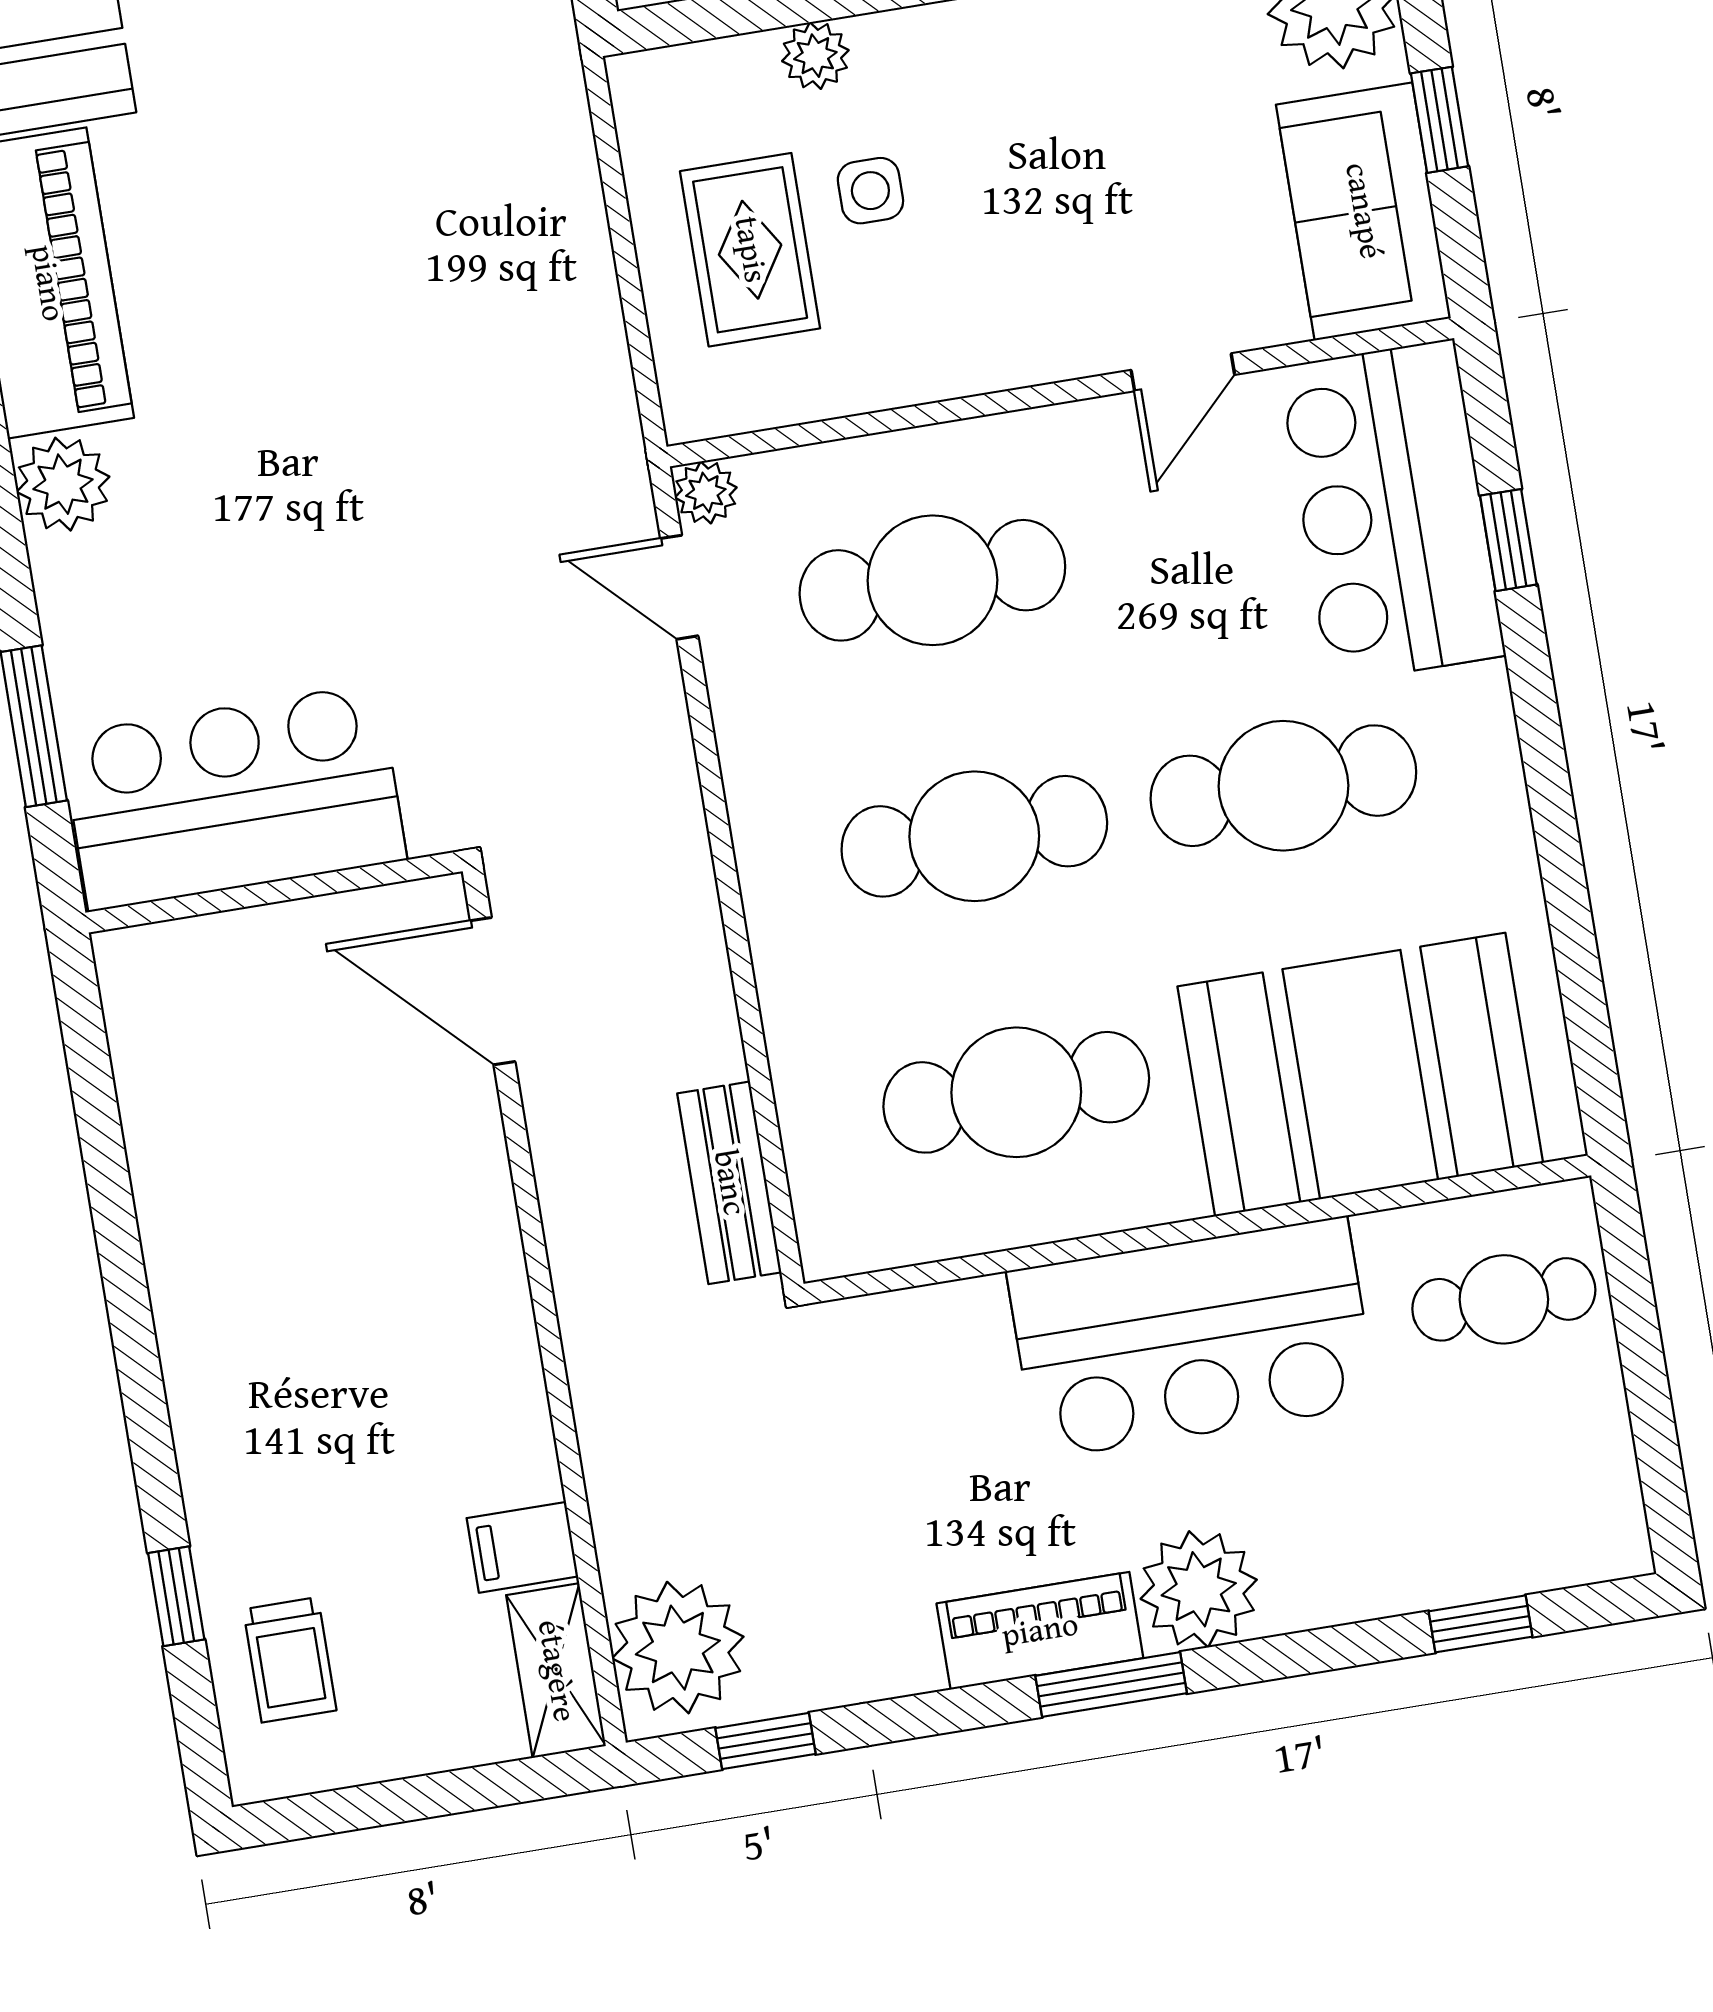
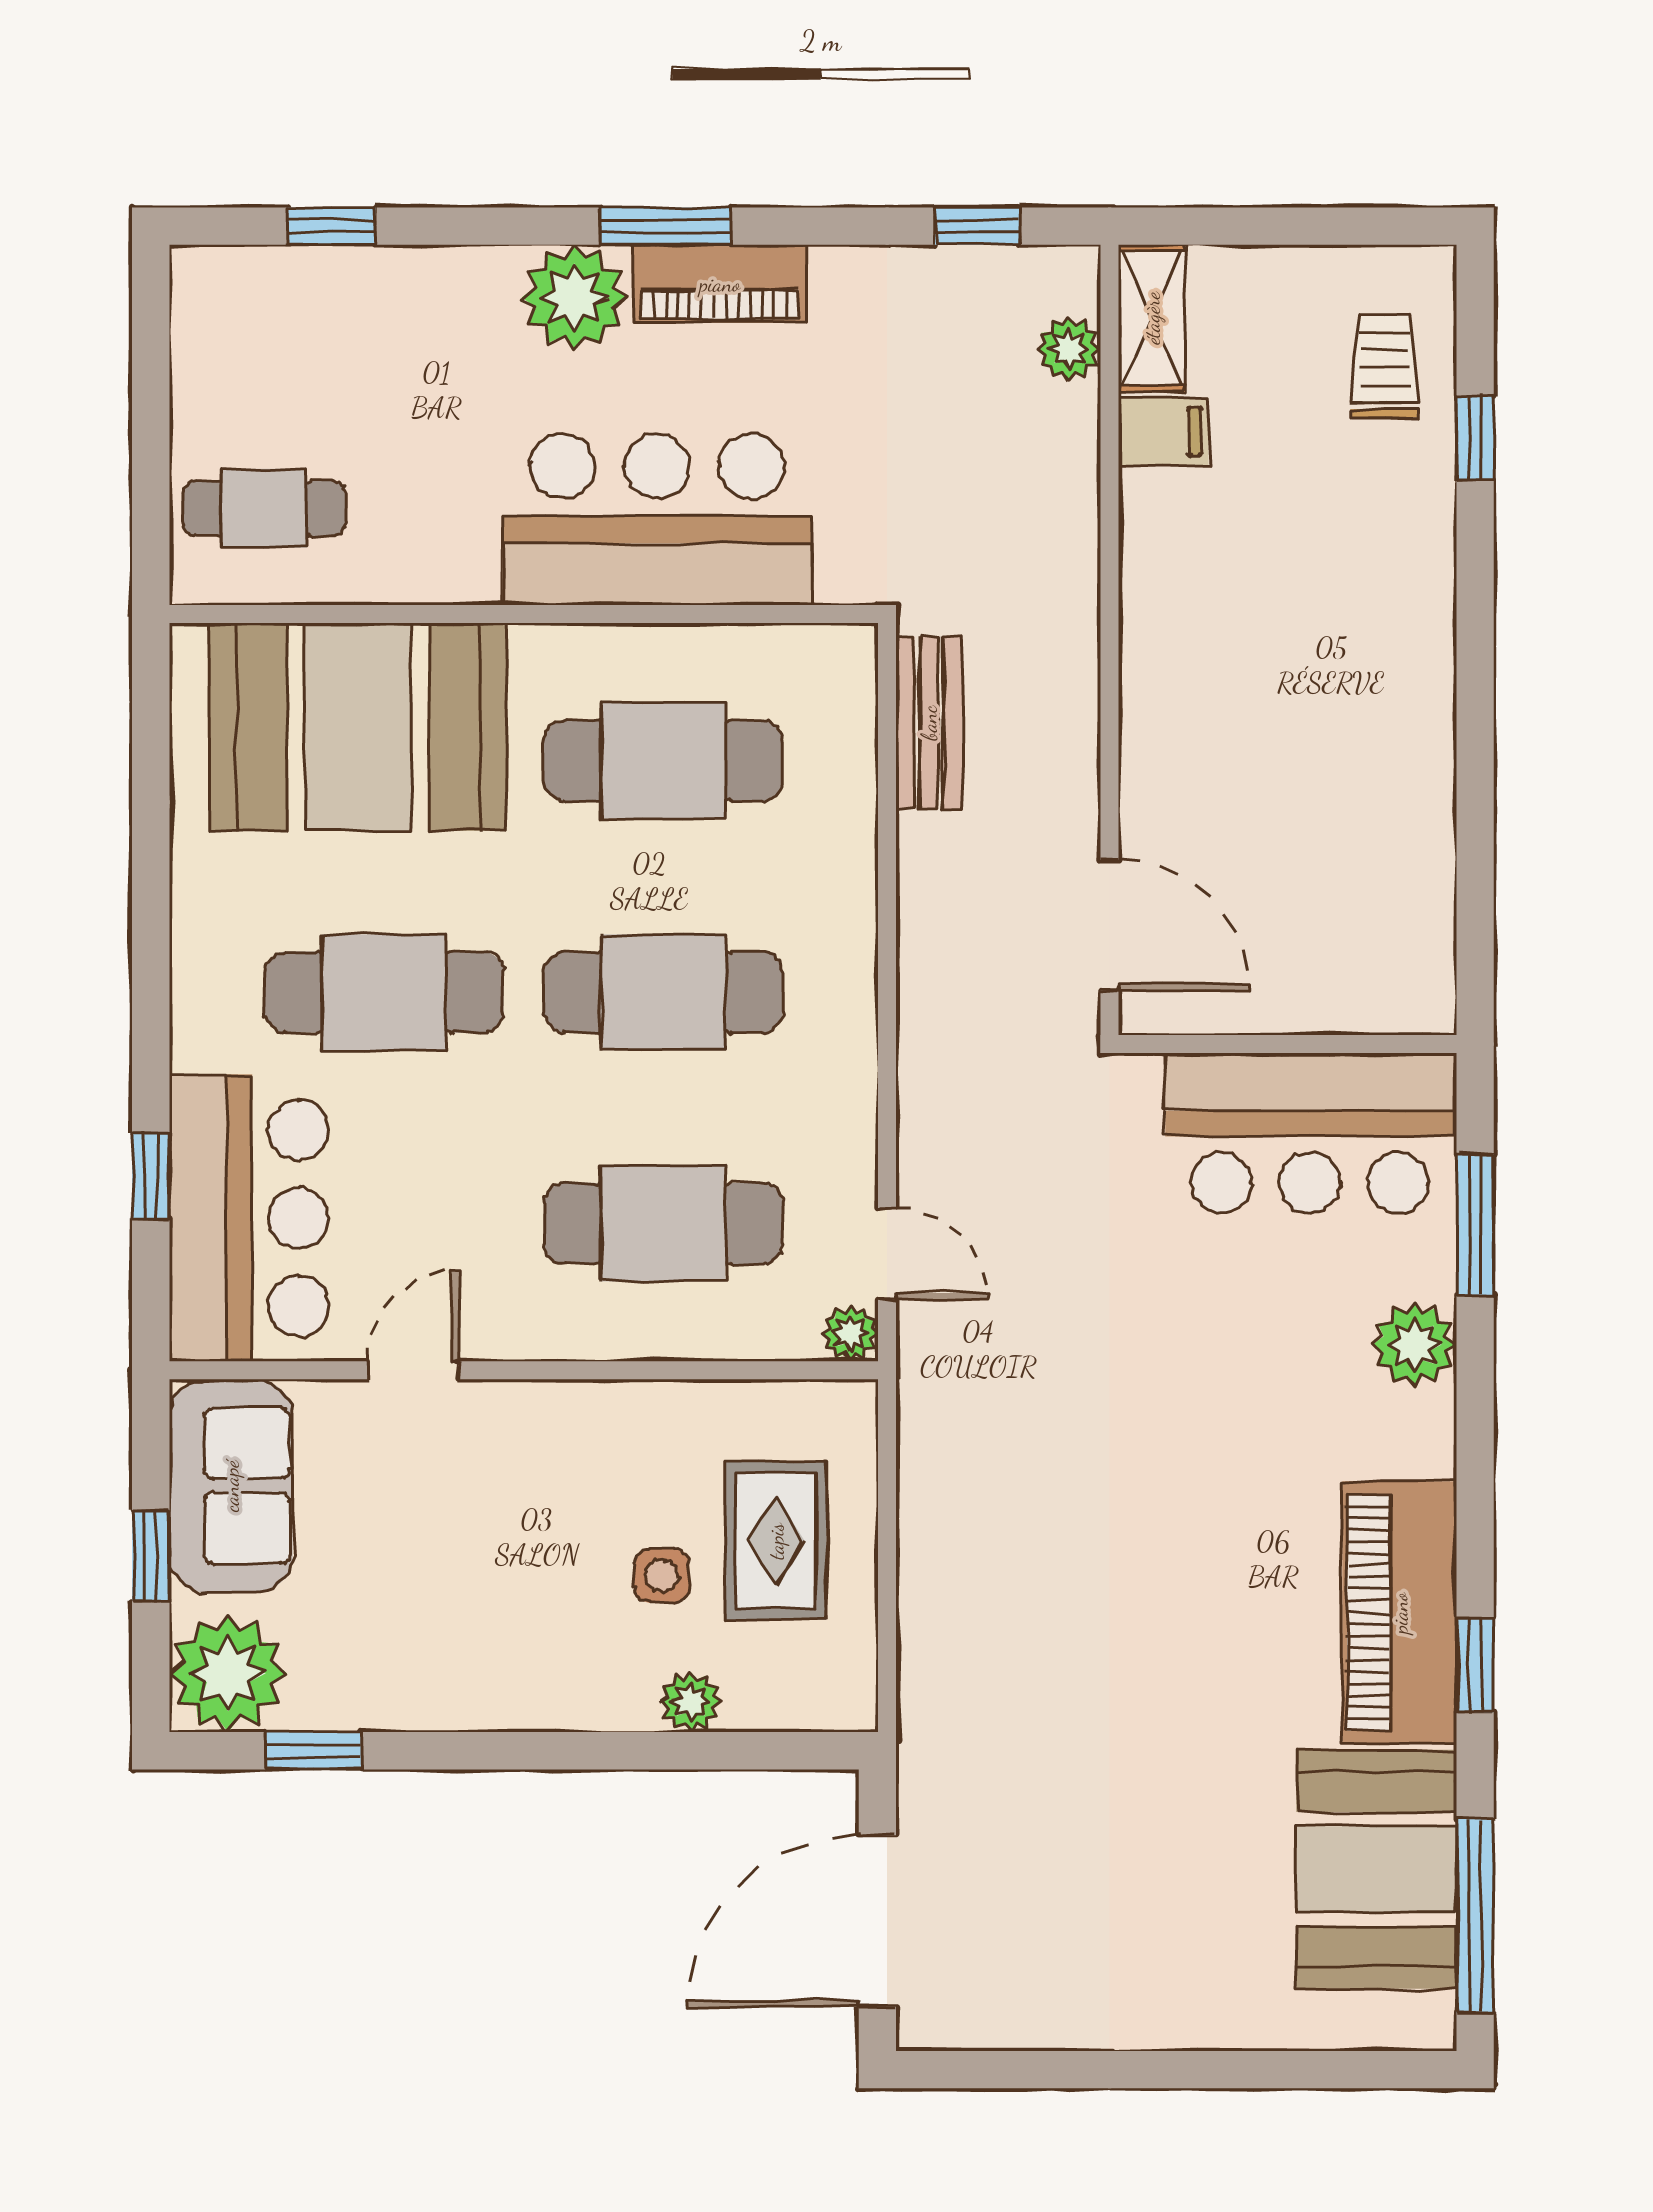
plant: (63, 484) -> (1415, 1345), moved
bar counter: (1192, 1338) -> (657, 519), moved
plant: (678, 1648) -> (1069, 349), width x0.53, depth x0.53

